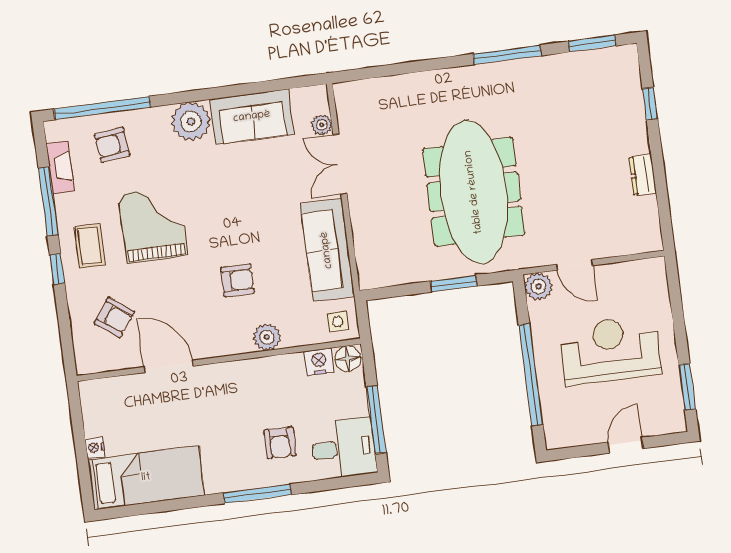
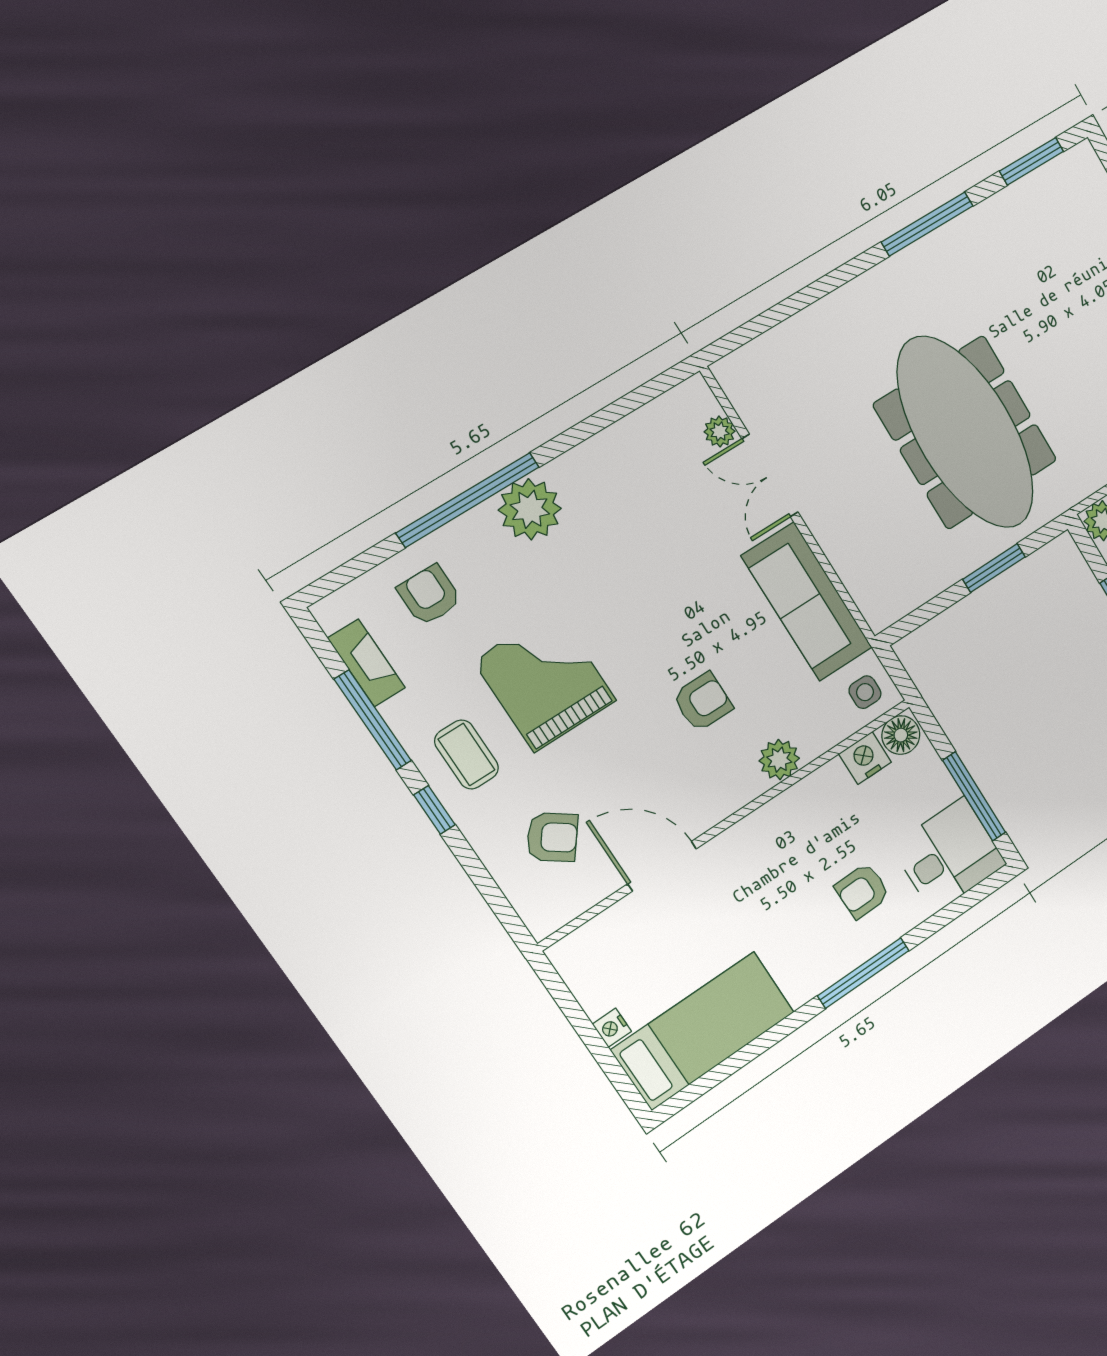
window: (102, 108) -> (468, 500), moved
sofa: (252, 117) -> (616, 463), removed
armchair: (112, 145) -> (429, 595), turned 97
armchair: (280, 443) -> (862, 891), turned 89

